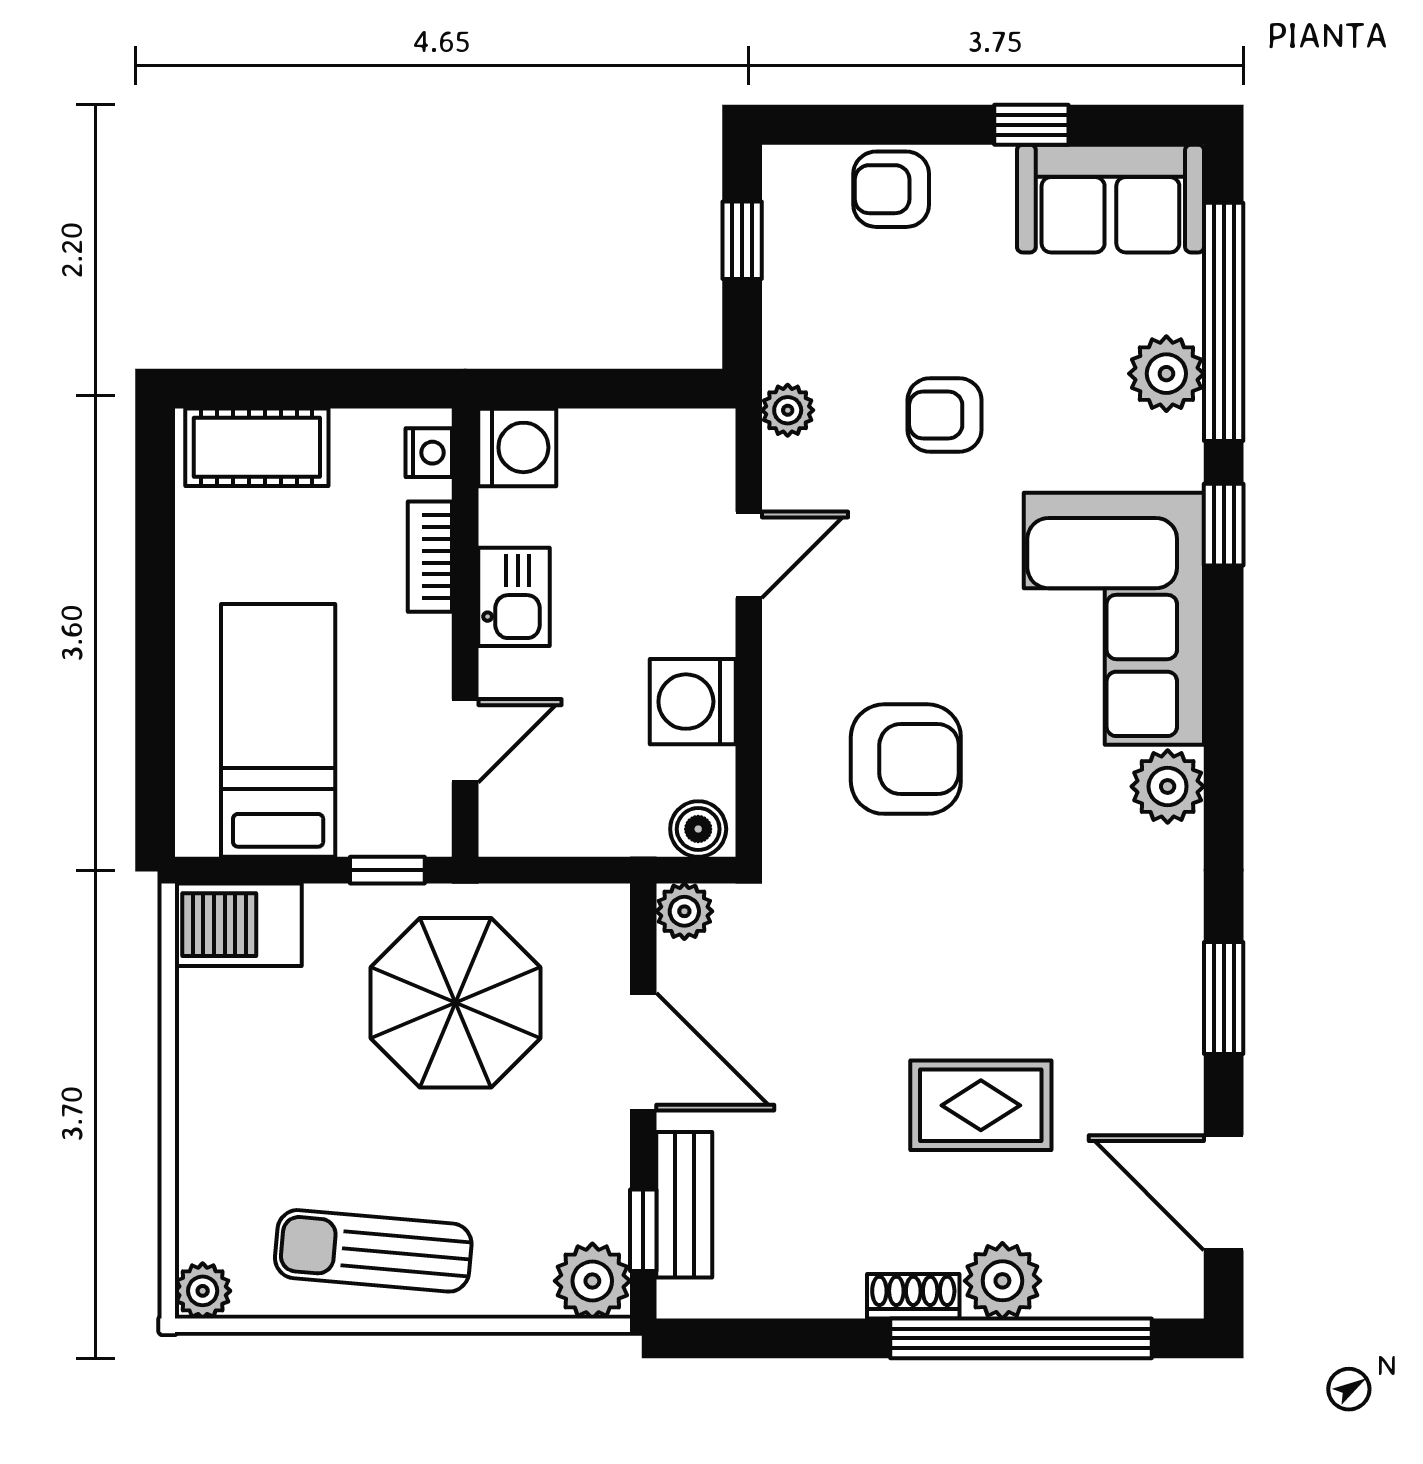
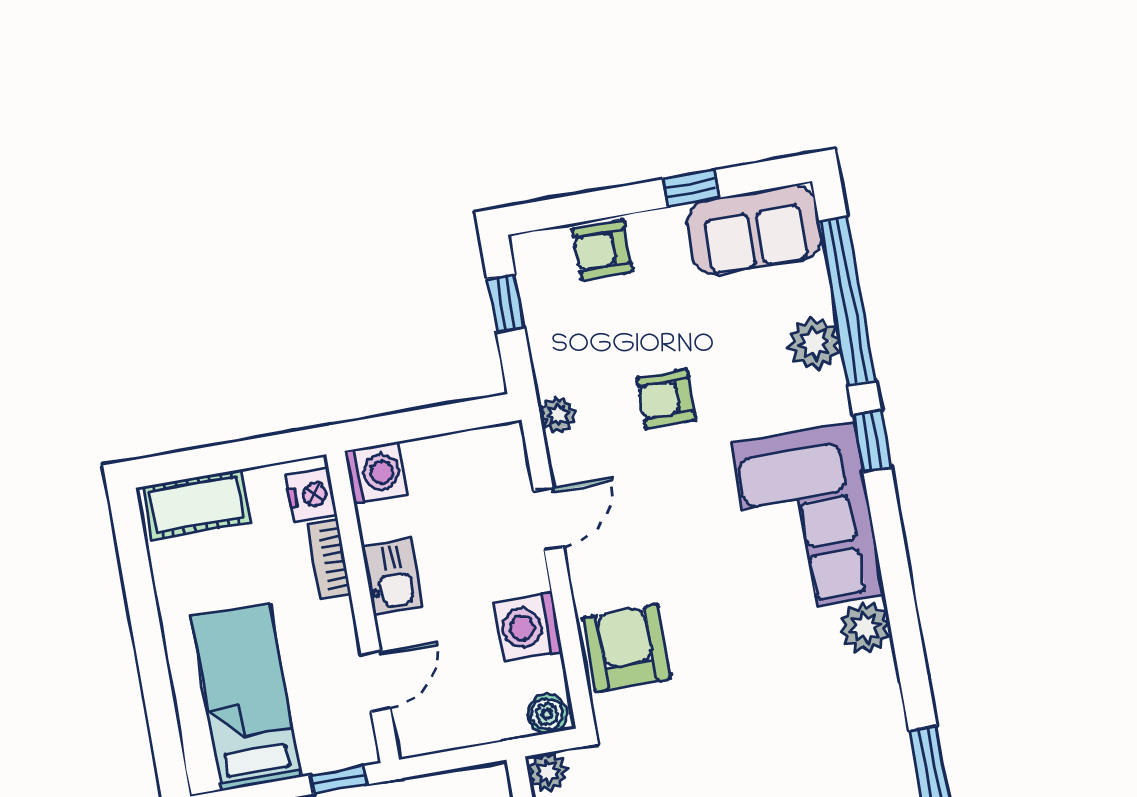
nightstand: (429, 453) -> (311, 495), width x1.39, depth x1.35
armchair: (906, 759) -> (626, 648), moved, turned -90

